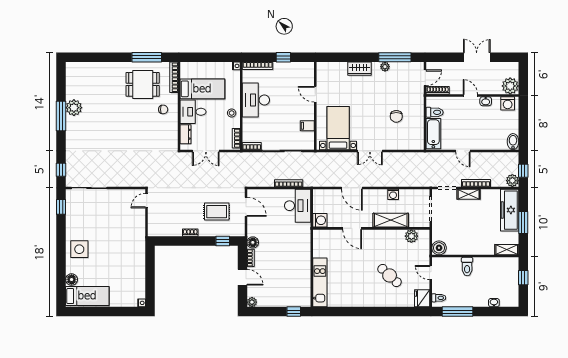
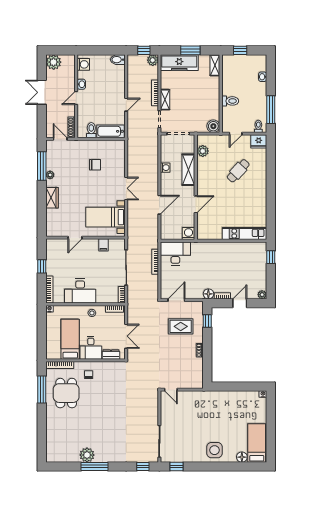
plant: (510, 86) -> (54, 62), moved
rug: (217, 212) -> (181, 326), turned 90

